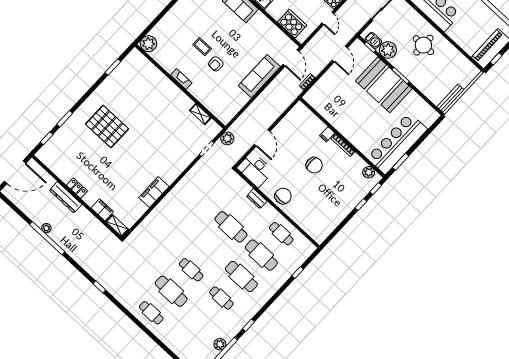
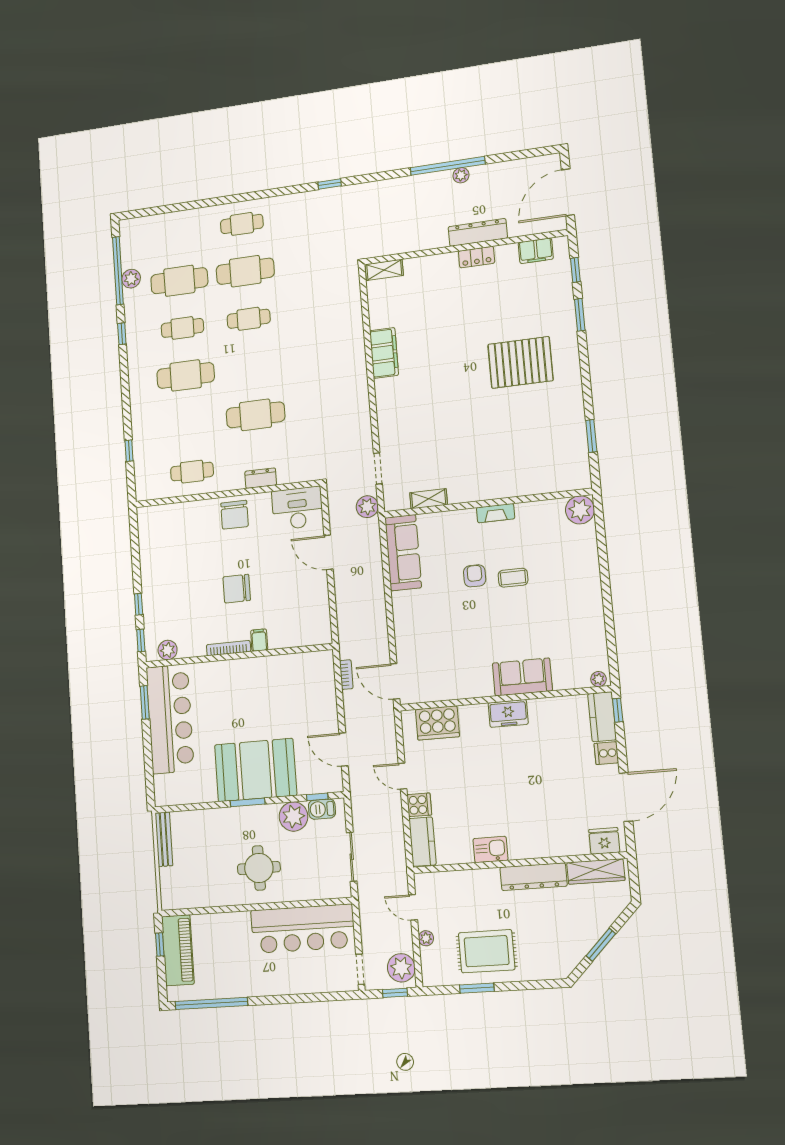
sofa: (259, 76) -> (403, 553), moved
filing cabinet: (102, 210) -> (536, 251), moved
cafe table: (261, 255) -> (179, 281), moved

